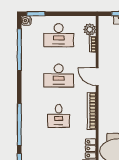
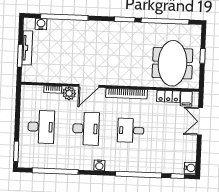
water cooler: (26, 21) -> (99, 165), moved
plant: (90, 30) -> (69, 93), moved
desk: (59, 116) -> (131, 130), turned 180

